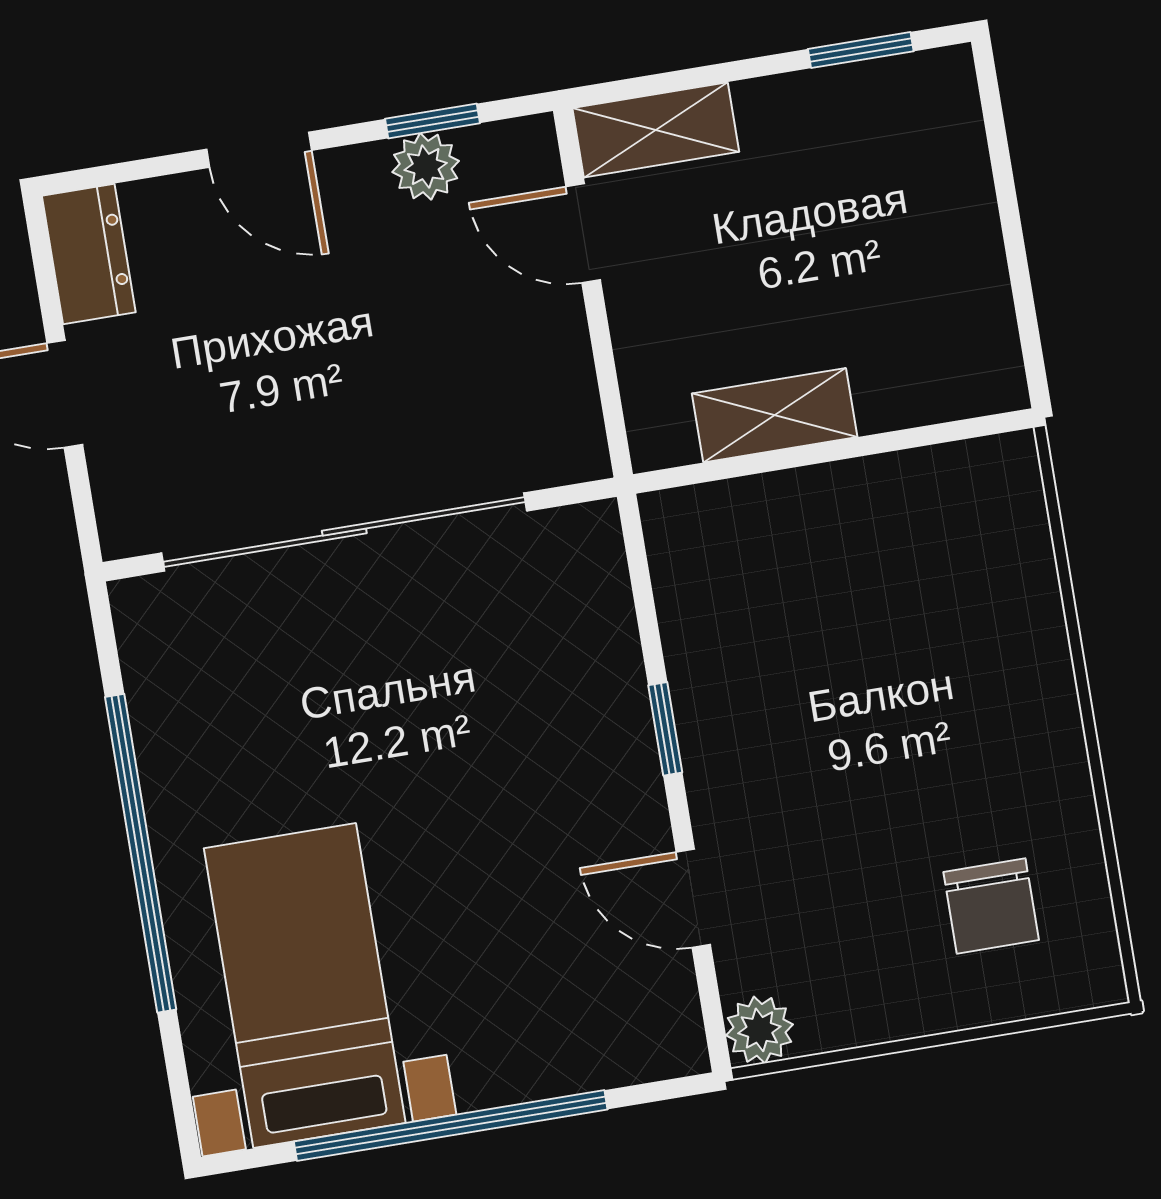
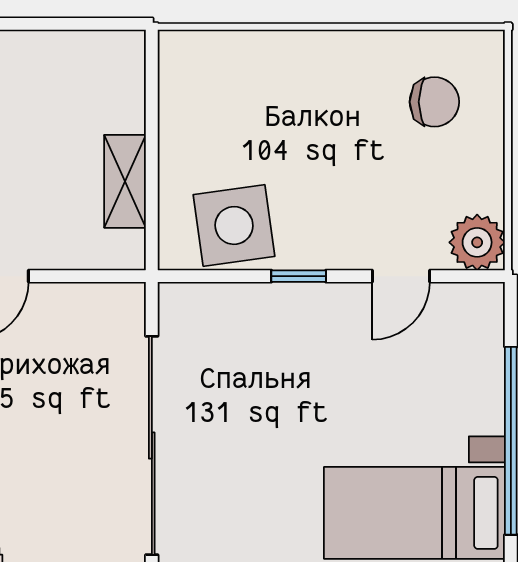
side table: (731, 608) -> (234, 225), added
plant: (759, 1030) -> (477, 242), width x1.38, depth x1.38

